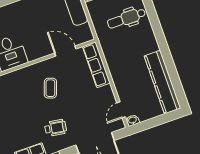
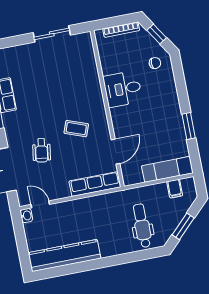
wheelchair: (56, 128) -> (42, 150), moved

